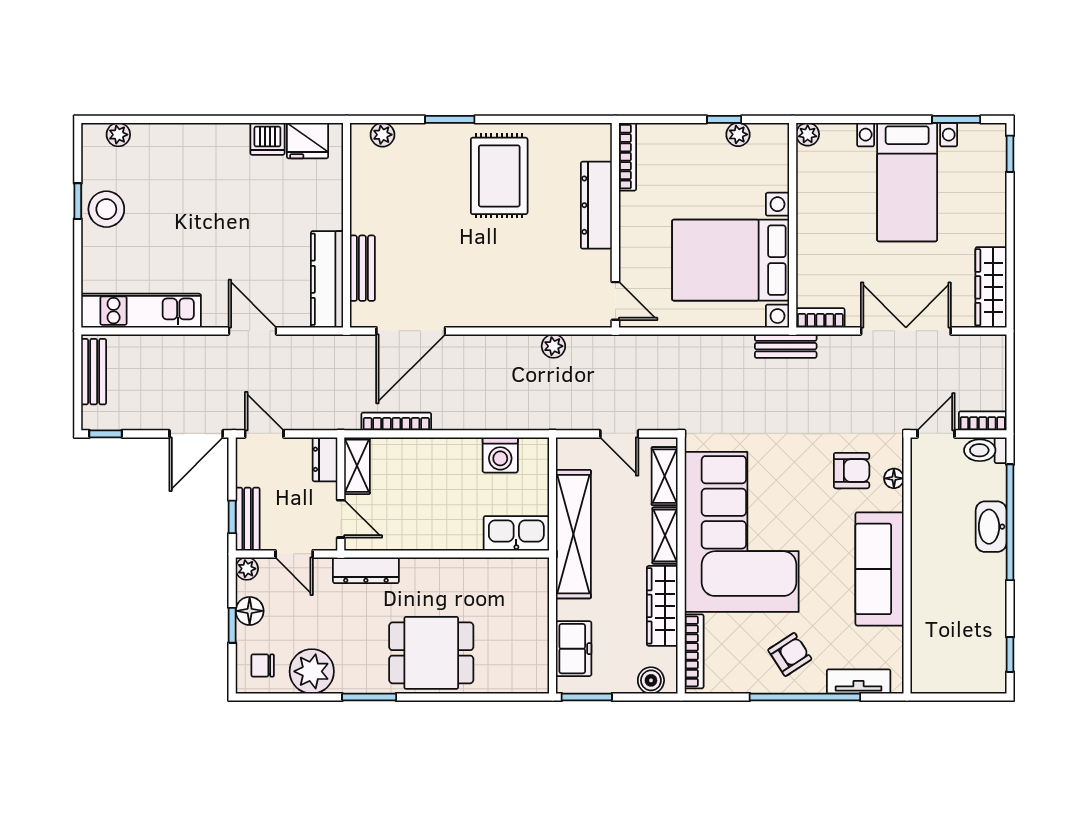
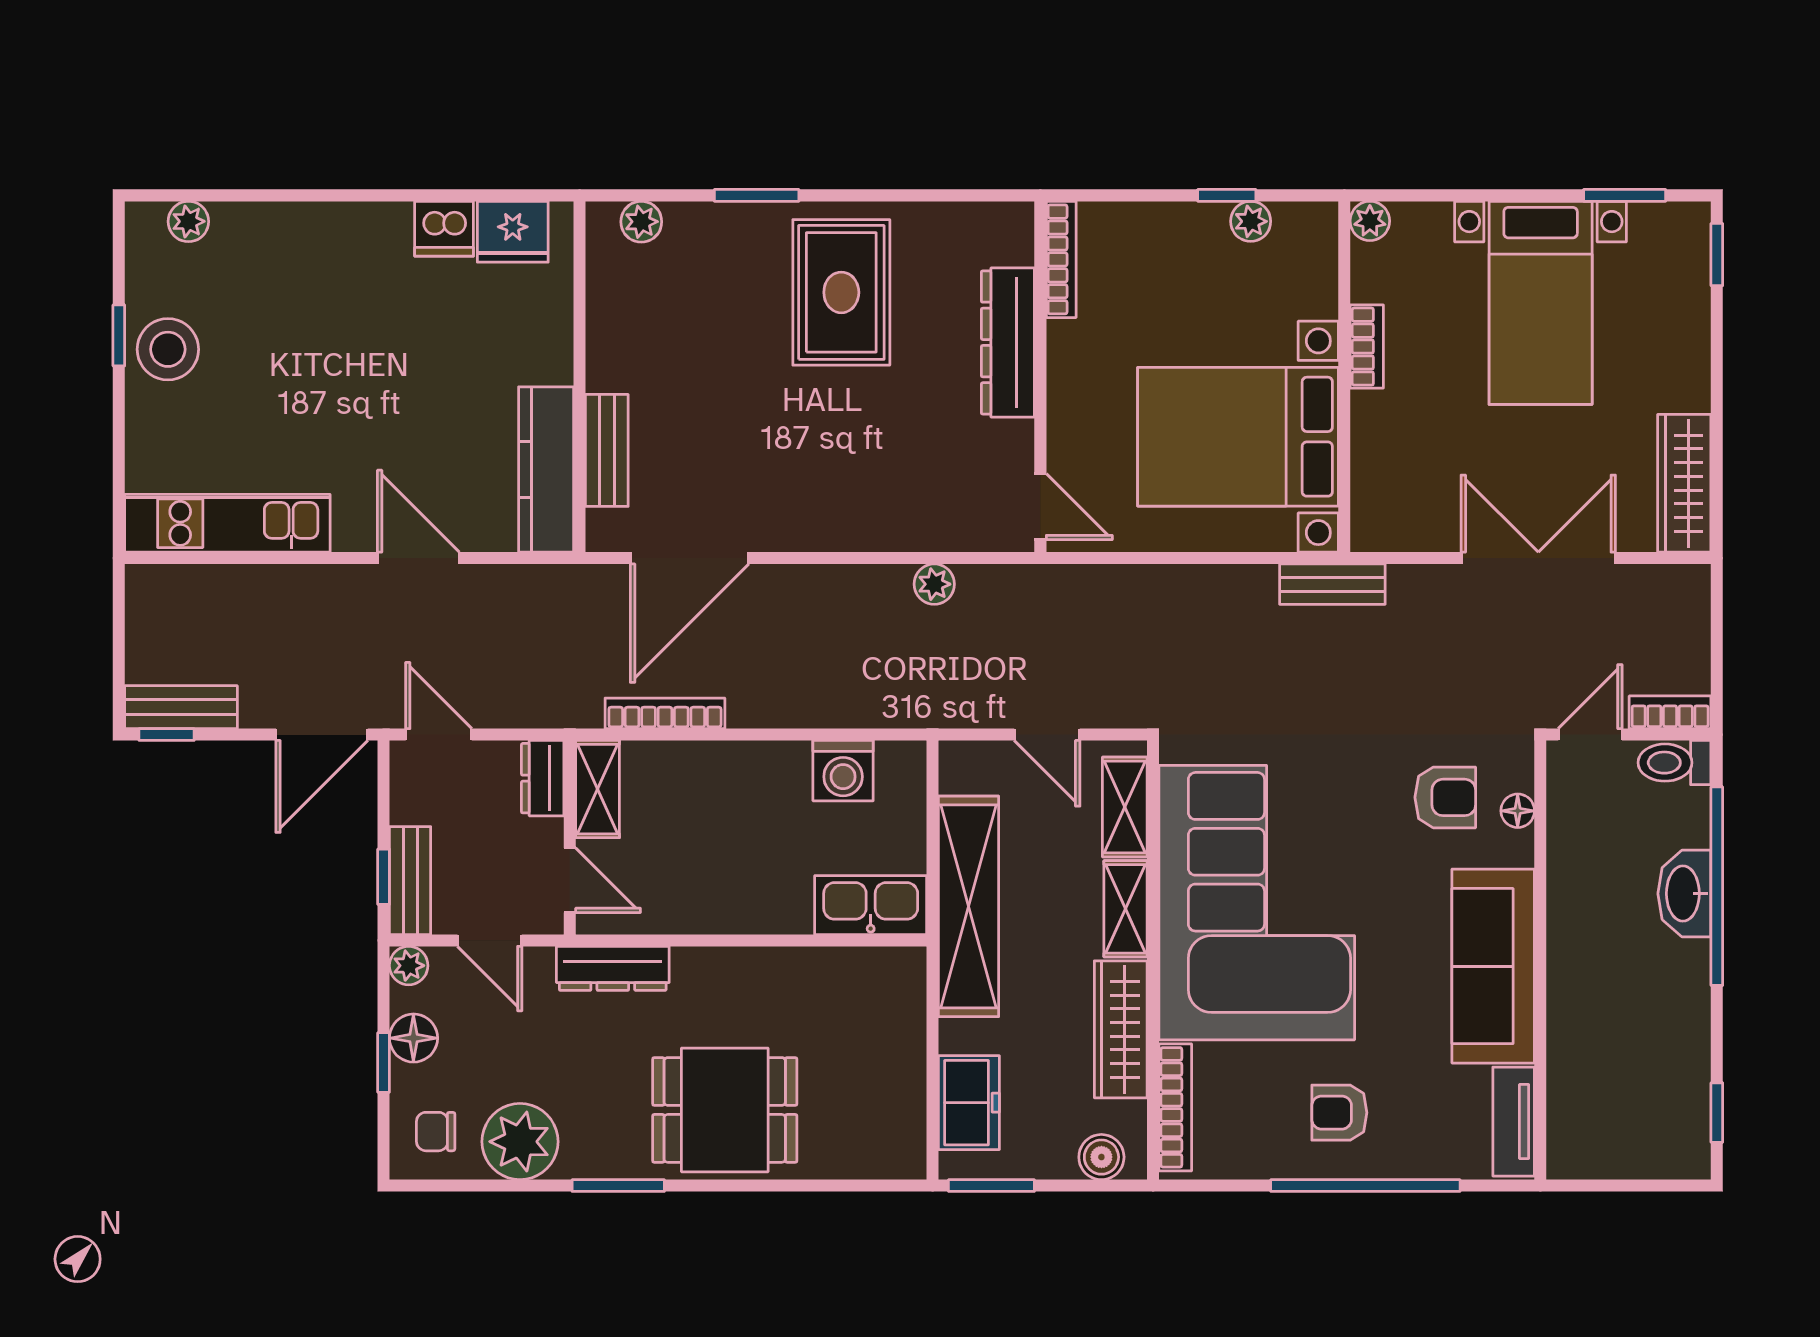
bookcase: (820, 318) -> (1367, 347), moved, turned 90
bench: (94, 372) -> (181, 707), moved, turned 90
armchair: (790, 654) -> (1339, 1113), turned -147
tv unit: (859, 681) -> (1514, 1122), moved, turned -90

